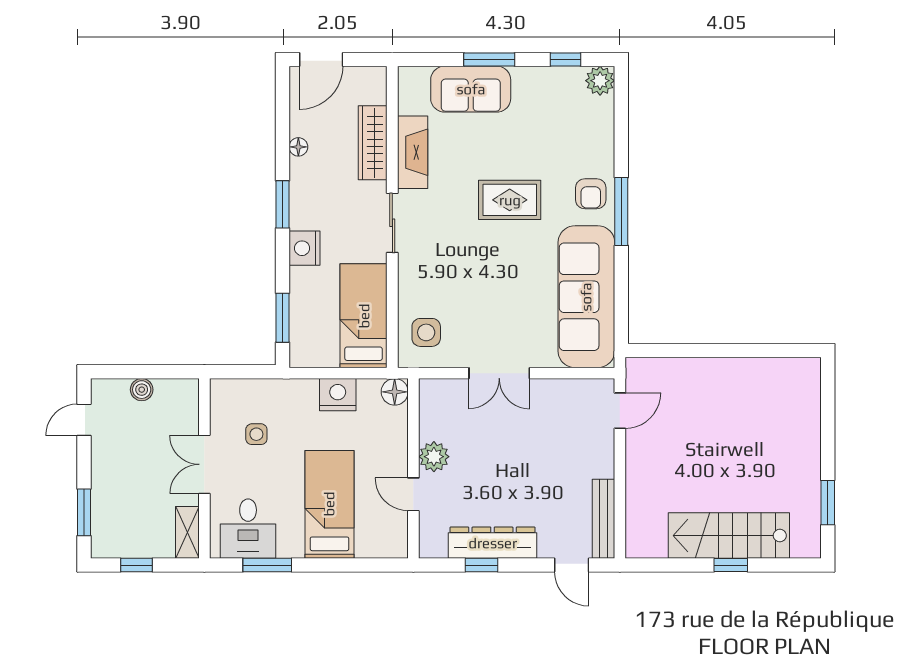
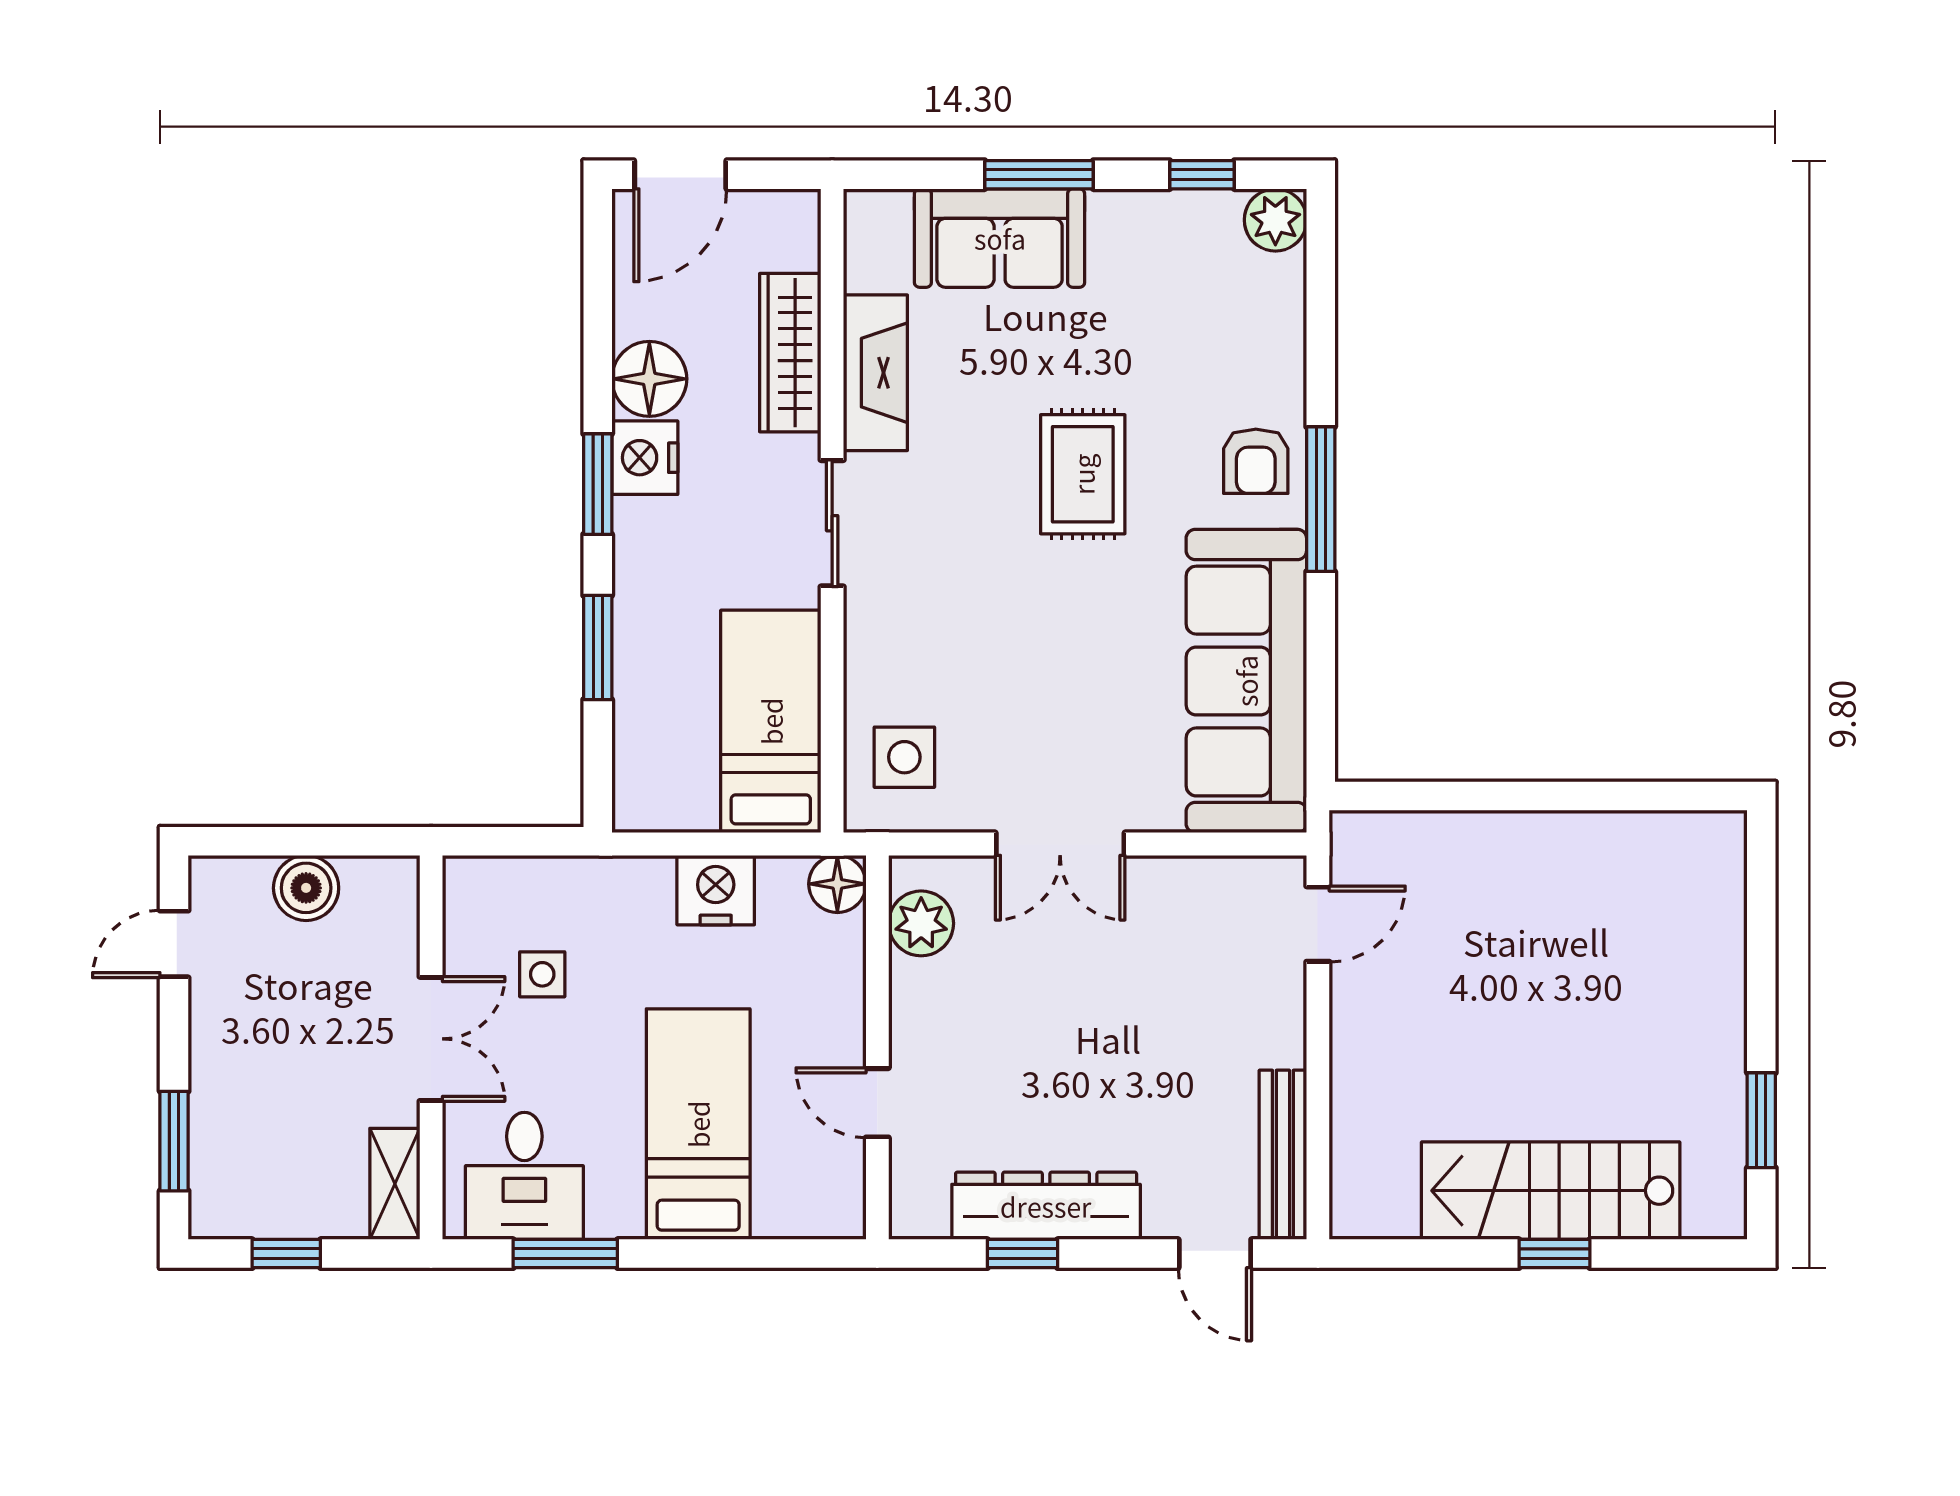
floor lamp: (298, 147) -> (649, 379), width x1.89, depth x1.89
rug: (510, 200) -> (1083, 474), turned 90
nightstand: (305, 248) -> (645, 458), moved
window: (282, 318) -> (598, 647), moved
boiler: (142, 390) -> (306, 888), width x1.36, depth x1.36
plant: (434, 457) -> (921, 923), moved
double door: (204, 464) -> (431, 1039), swing flipped

